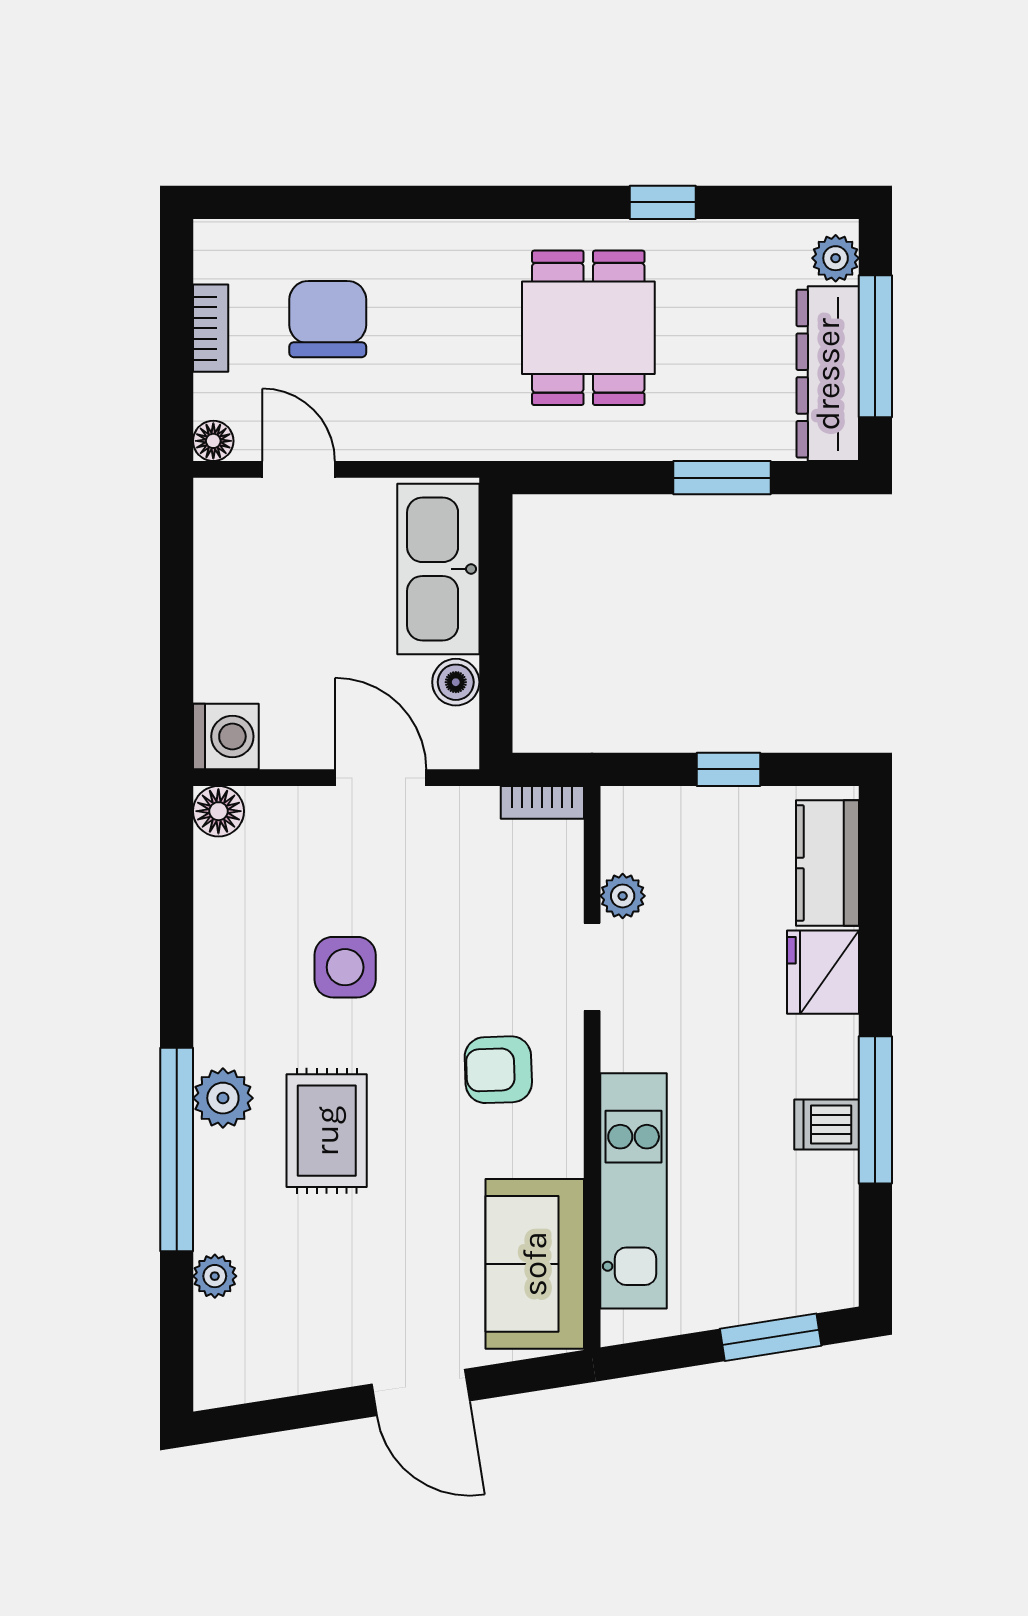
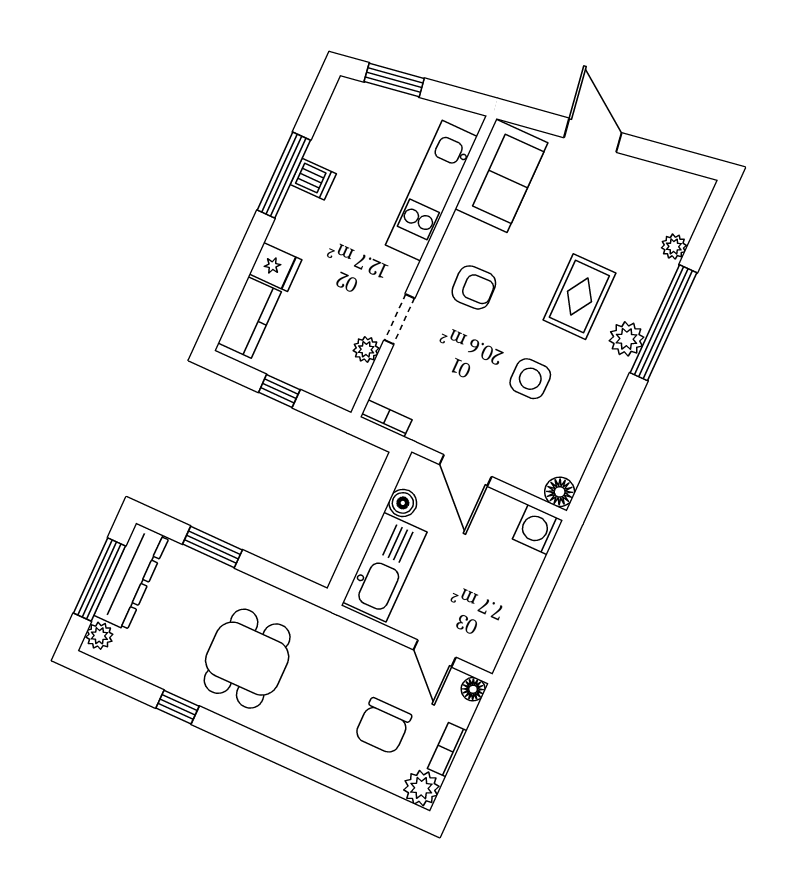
plant: (224, 250) -> (421, 788), added
fridge: (823, 972) -> (276, 267), width x0.72

